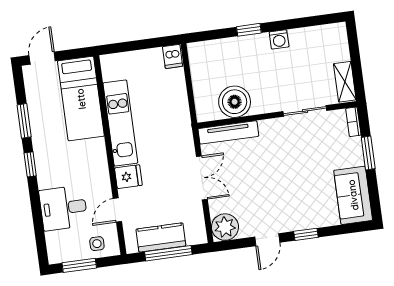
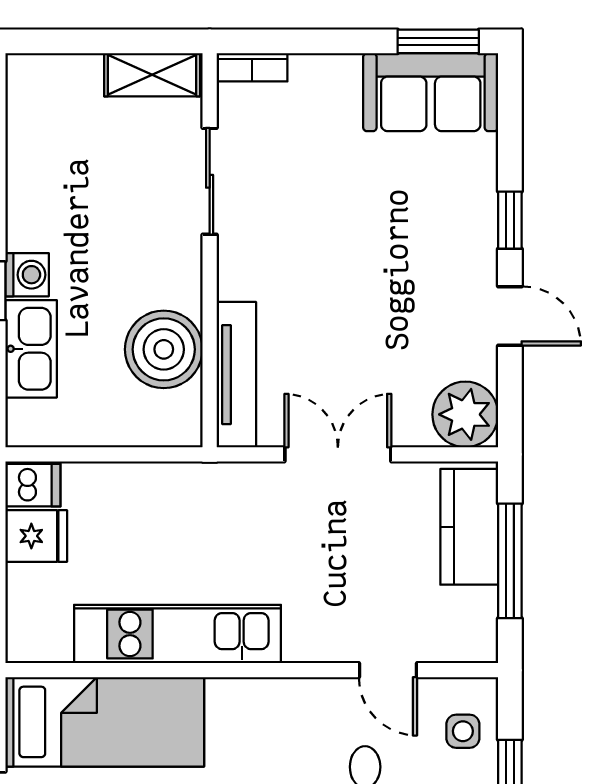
washing machine: (279, 39) -> (27, 275), moved
kitchen sink: (227, 48) -> (31, 349), added
window: (368, 153) -> (438, 41), moved
fridge: (128, 177) -> (36, 536), moved, turned 90
kitchen counter: (161, 237) -> (469, 527), moved

